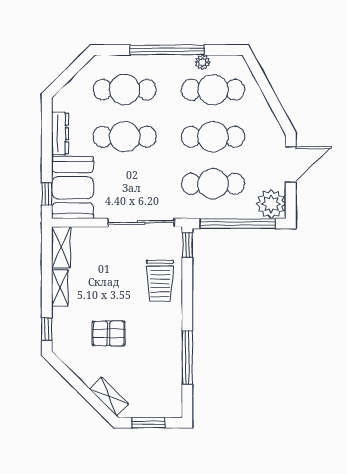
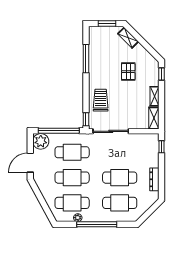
booth: (73, 188) -> (148, 150), removed
pallet: (109, 333) -> (128, 72), turned 90

